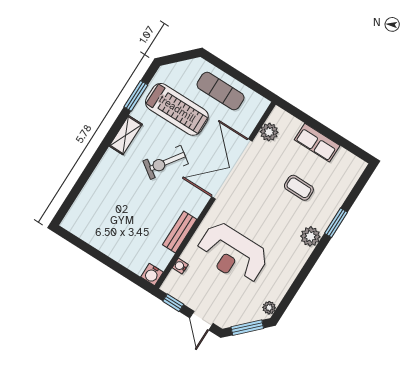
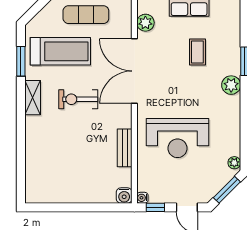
exercise bike: (166, 162) -> (78, 99), turned 55
coffee table: (299, 188) -> (197, 52), turned 90
water cooler: (180, 266) -> (142, 198), moved

